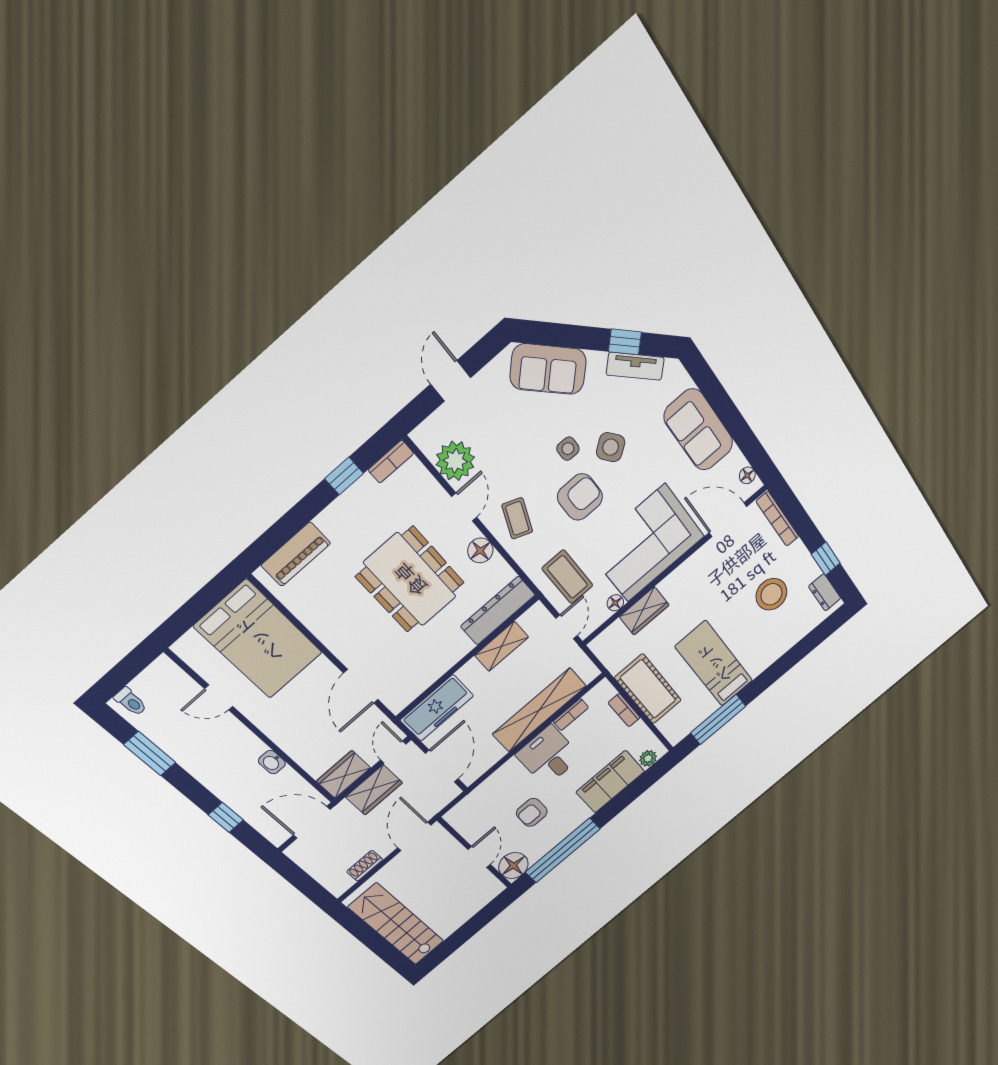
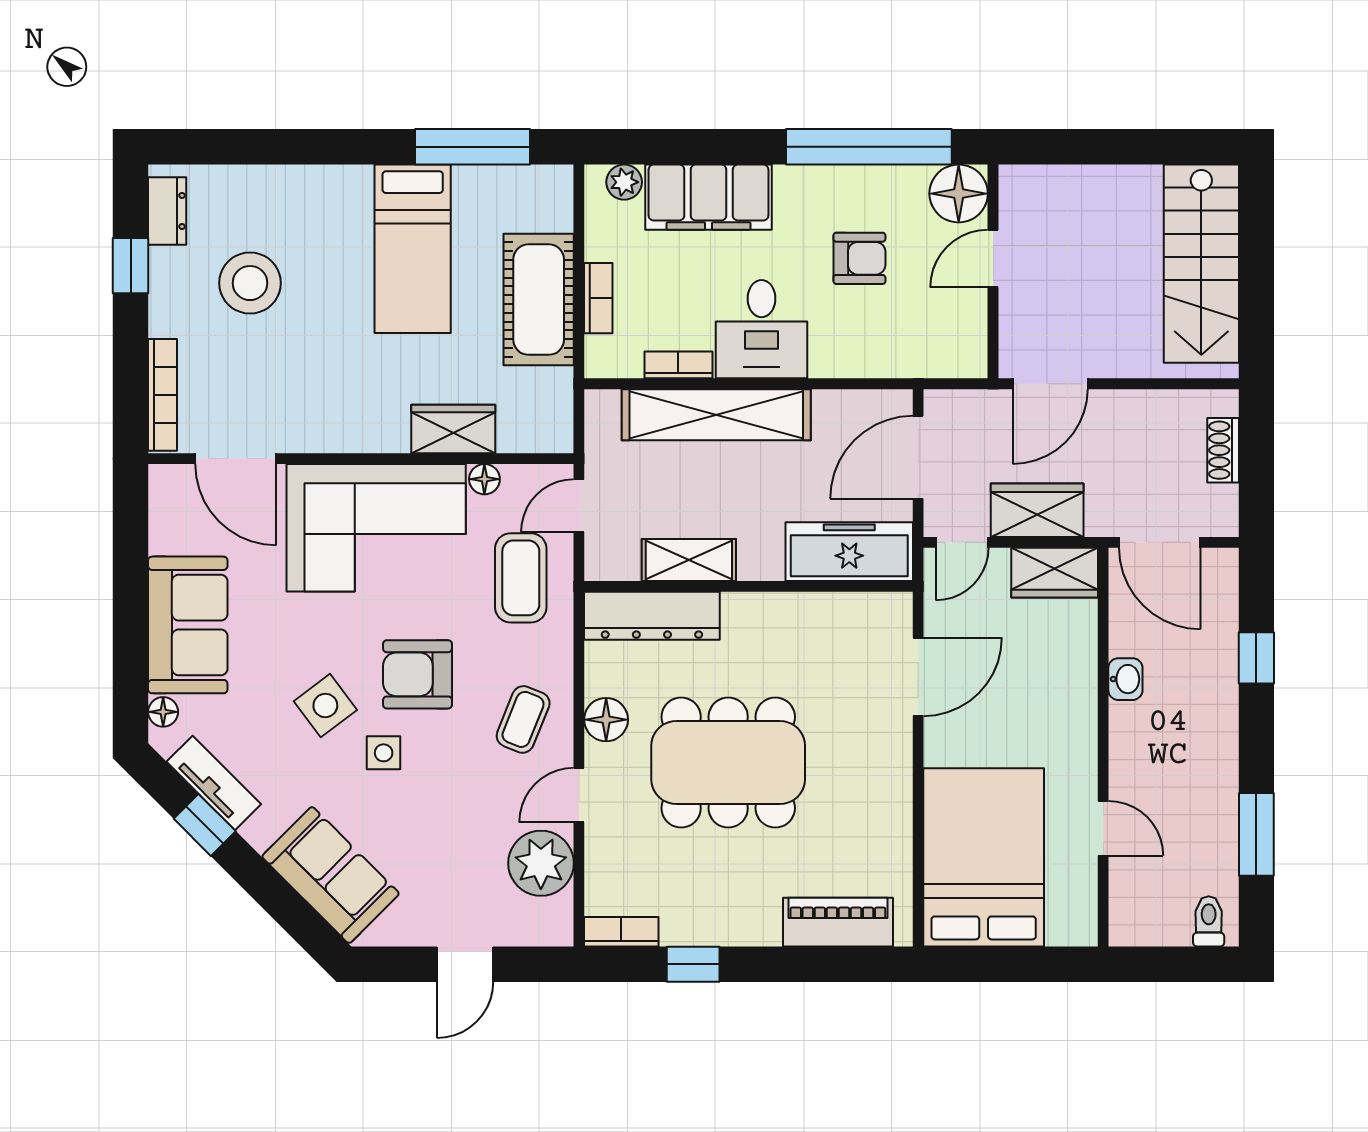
floor lamp: (747, 475) -> (163, 712), moved
dining table: (410, 580) -> (728, 763), turned 90
shoe rack: (365, 866) -> (1223, 450), moved, turned 90

